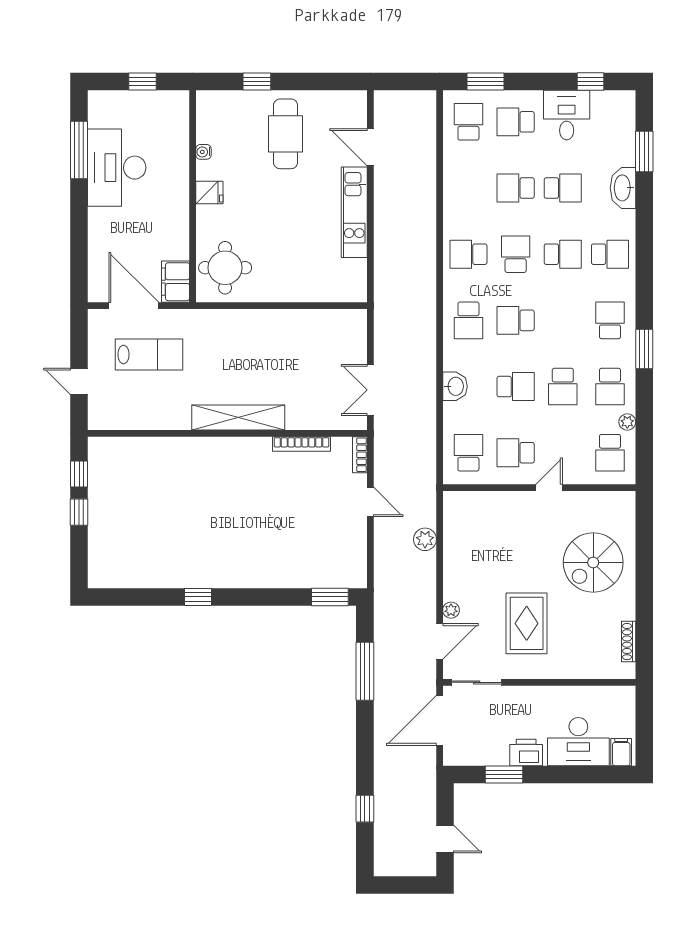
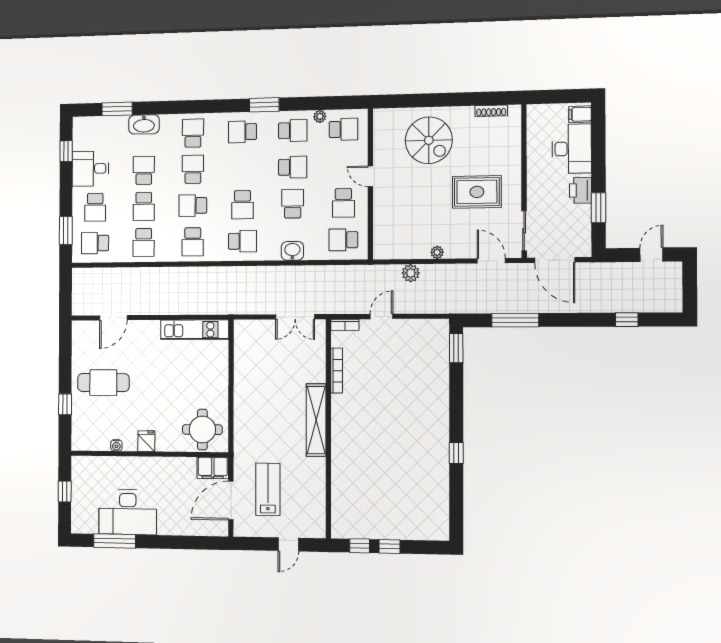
school desk: (468, 188) -> (144, 242), added
kitchen unit: (354, 212) -> (195, 330), moved
plant: (451, 610) -> (437, 252), moved

